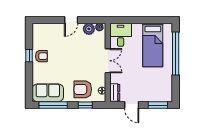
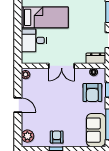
plant: (89, 29) -> (27, 136), moved
desk: (121, 35) -> (34, 40), moved
double door: (108, 61) -> (62, 66), swing flipped

